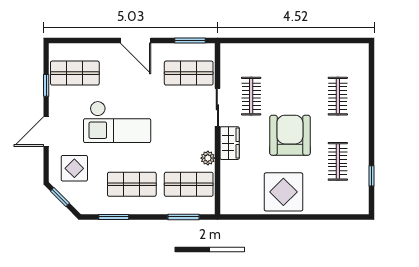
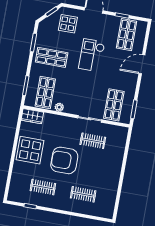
door: (136, 40) -> (142, 64), moved
checkout: (117, 122) -> (92, 55), width x0.73, depth x0.83
armchair: (290, 135) -> (64, 160), turned 180
wardrobe: (230, 143) -> (32, 116), moved
shop shelf: (132, 184) -> (52, 57), turned 90

